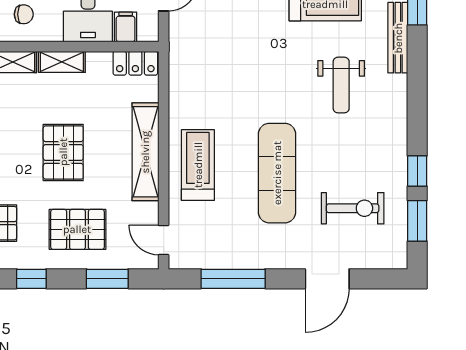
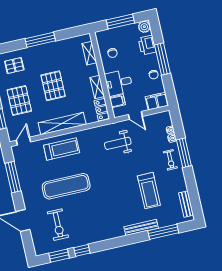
shelving: (62, 62) -> (97, 87), moved
weight bench: (341, 85) -> (118, 143), moved
pallet: (63, 152) -> (53, 86), turned 90

